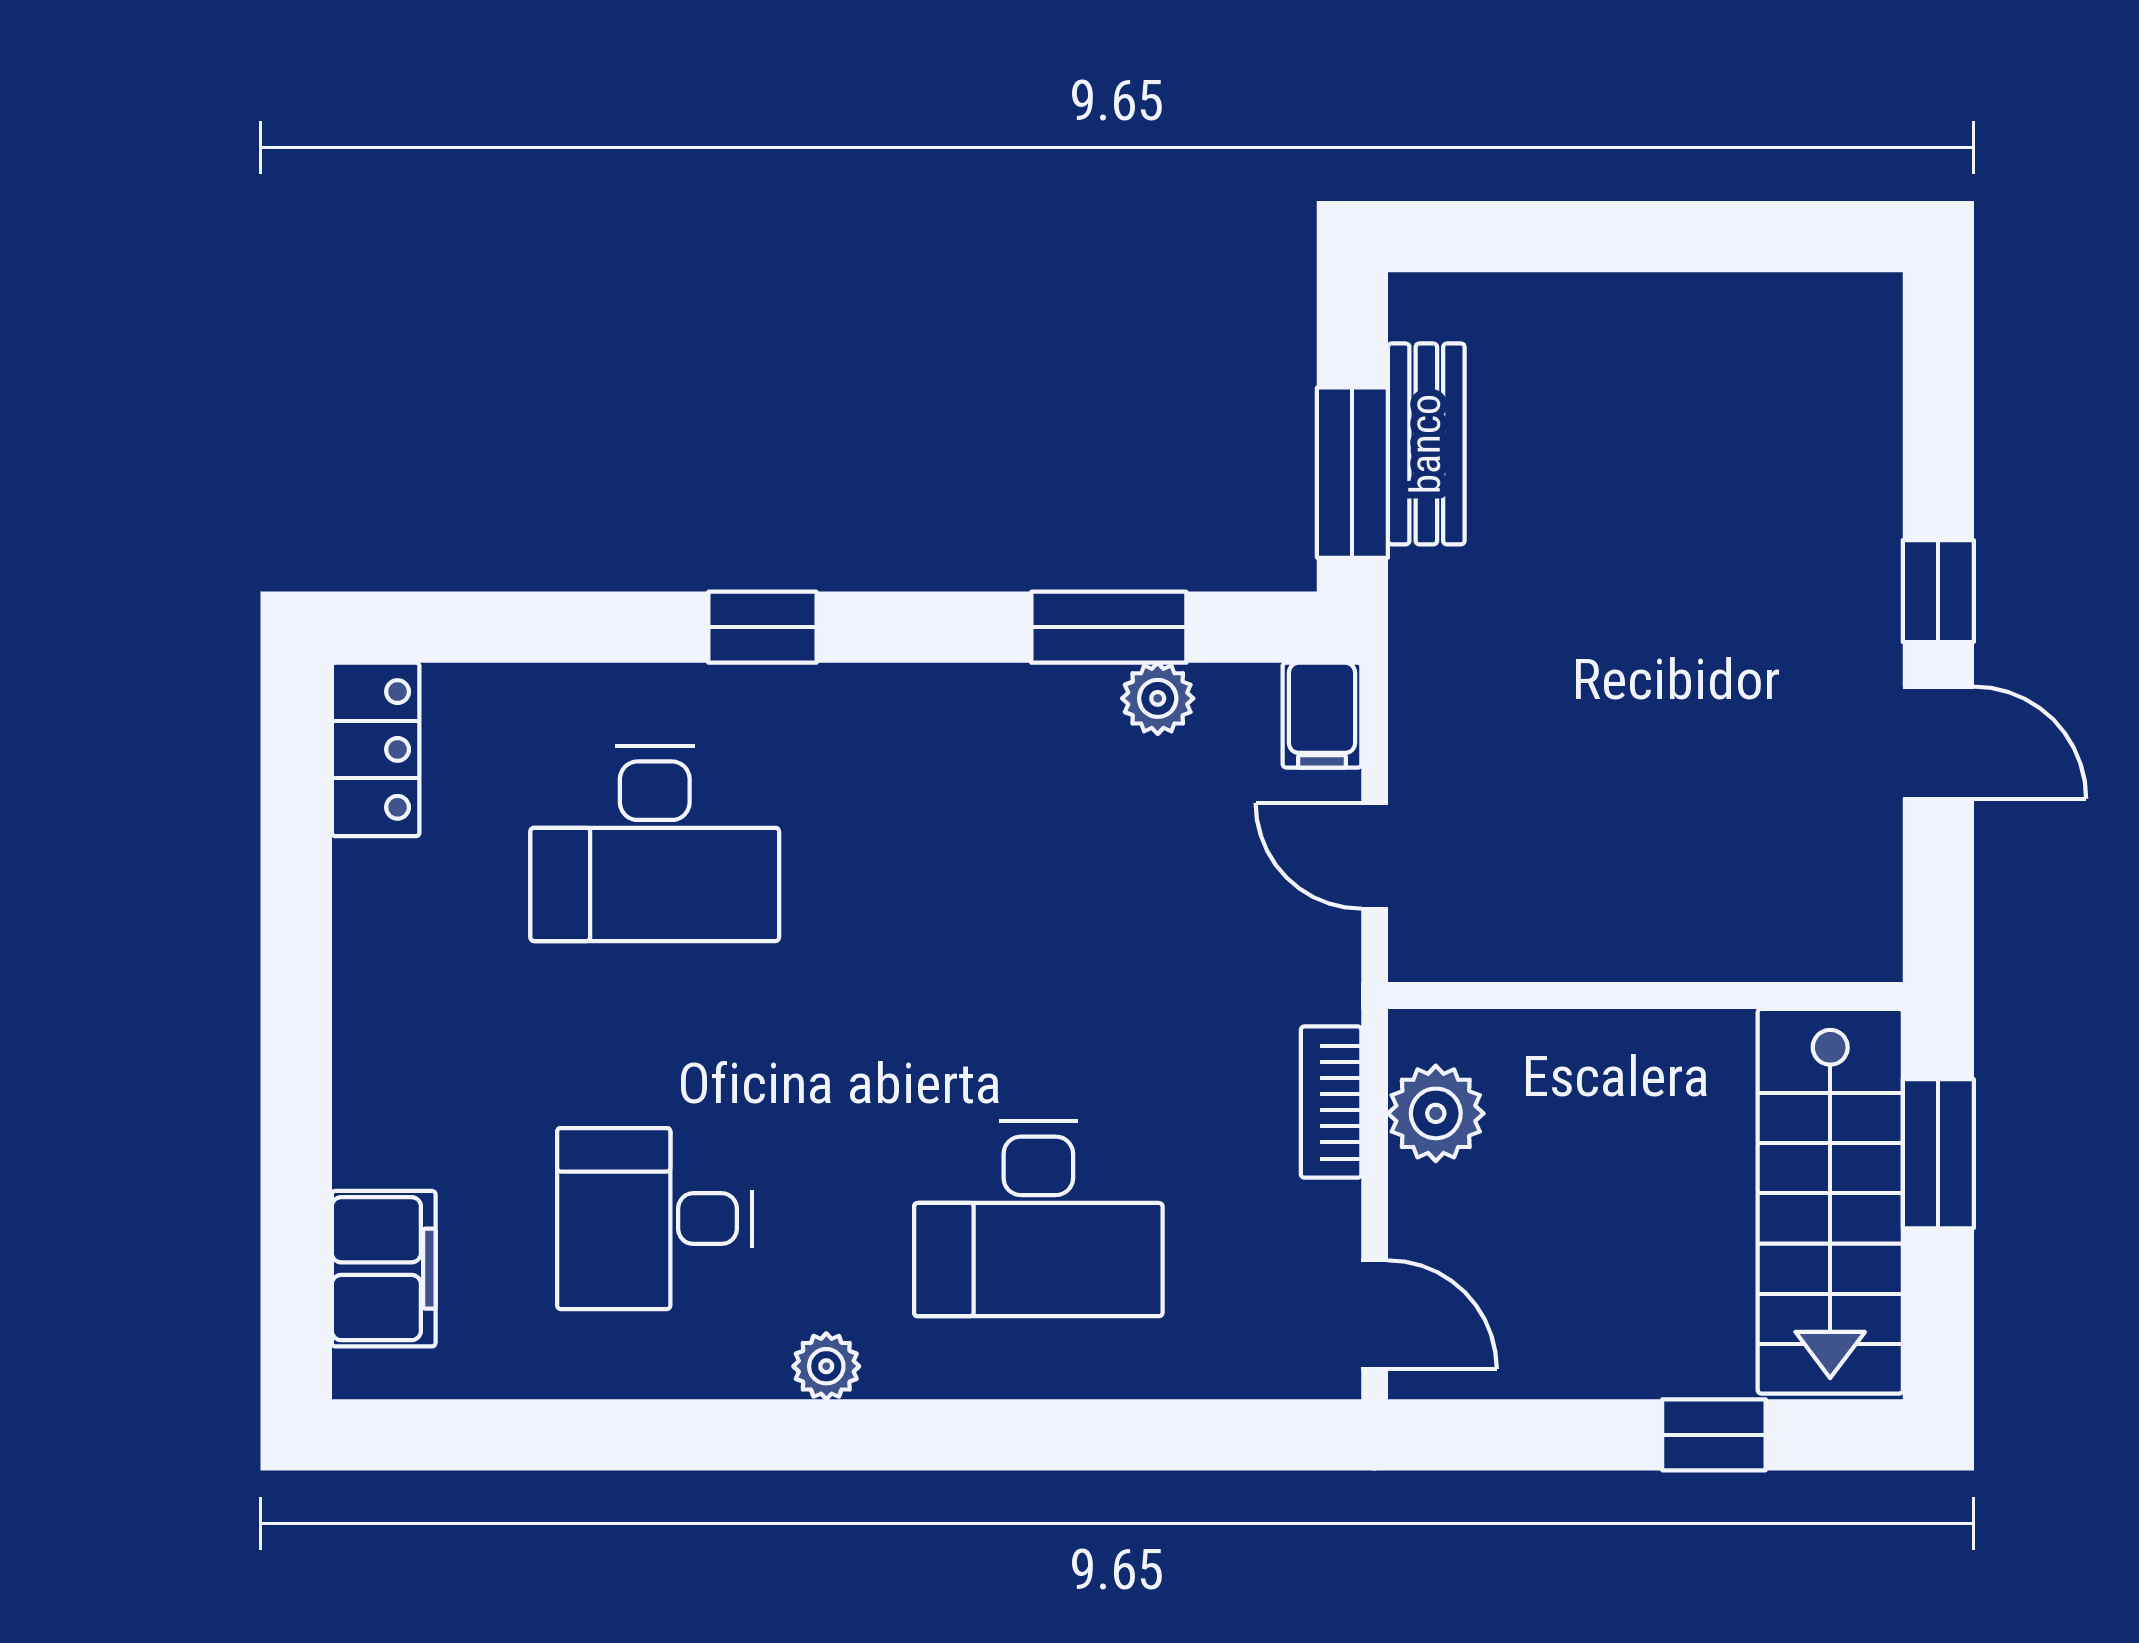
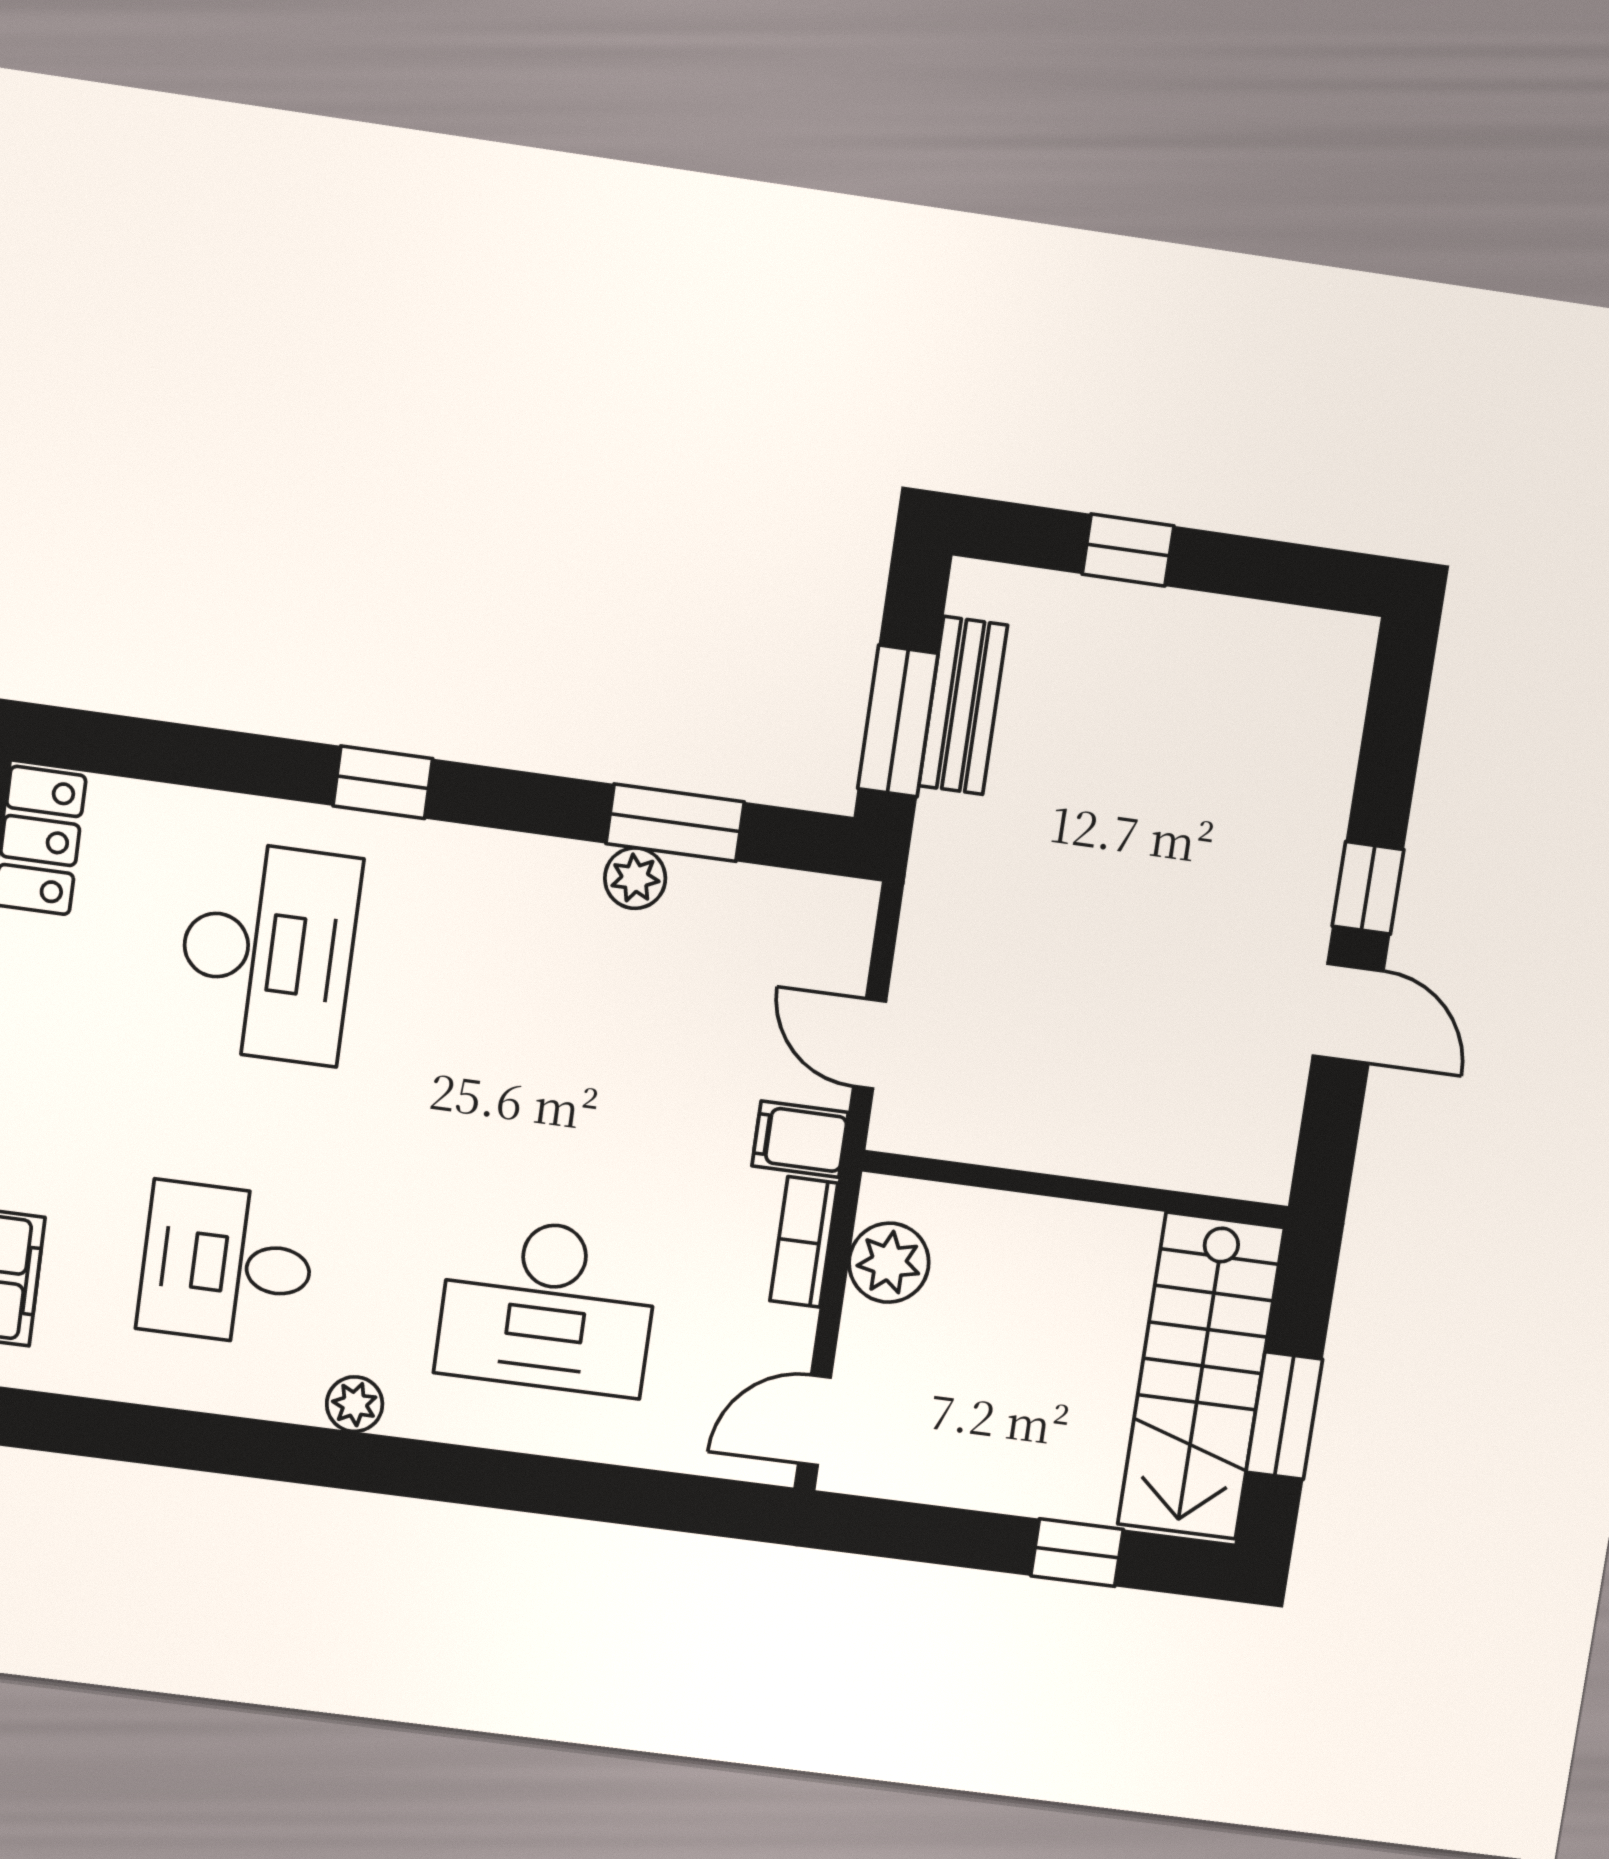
window: (1593, 237) -> (1128, 550), added
plant: (1158, 698) -> (635, 878), moved
filing cabinet: (1322, 715) -> (800, 1139), moved, turned 90
desk: (655, 843) -> (268, 952), turned -90
window: (1938, 1154) -> (1284, 1416), moved
door: (1375, 1315) -> (814, 1420), swing flipped

